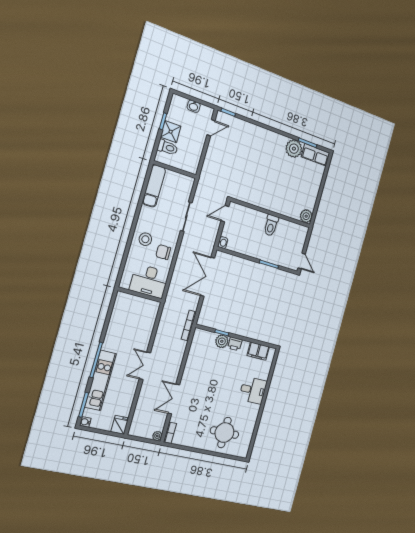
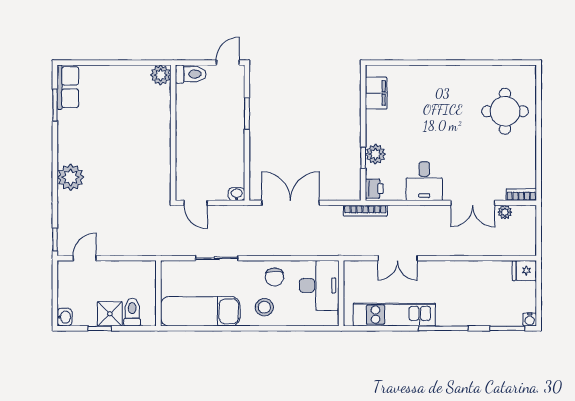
washbasin: (194, 106) -> (64, 317), moved
door: (211, 128) -> (85, 258), hinge flipped
plant: (294, 149) -> (71, 177), moved
exam couch: (154, 186) -> (200, 311), width x1.36, depth x1.45
toilet: (271, 225) -> (191, 74), moved
double door: (207, 277) -> (291, 203), swing flipped
printer: (235, 344) -> (374, 189), moved
double door: (145, 366) -> (398, 258), moved
kitchen unit: (101, 380) -> (394, 315), moved
desk: (253, 390) -> (424, 181), moved, turned 180
plant: (157, 436) -> (505, 212), moved

